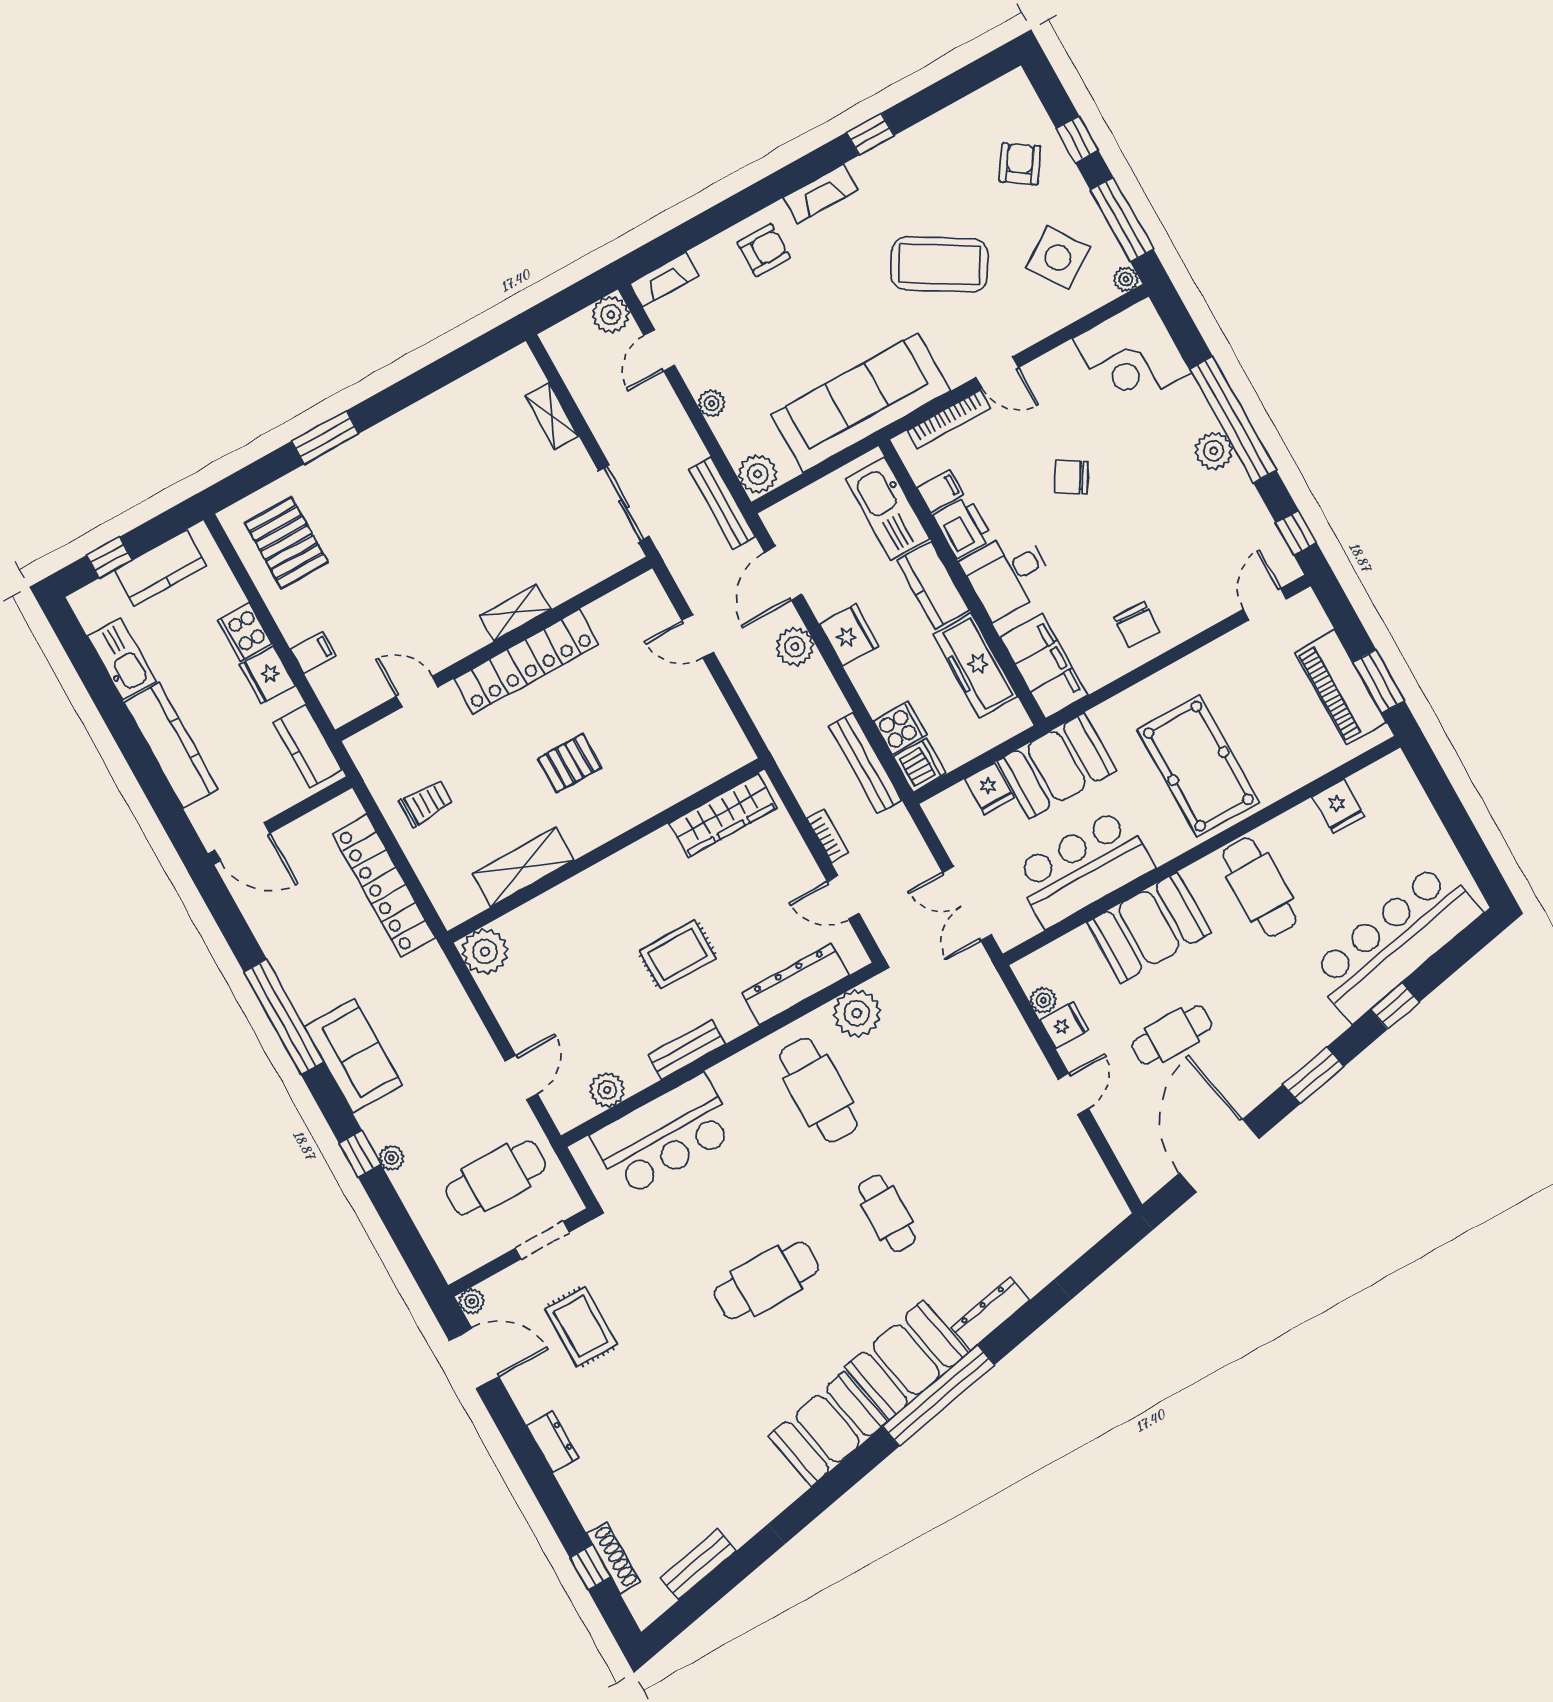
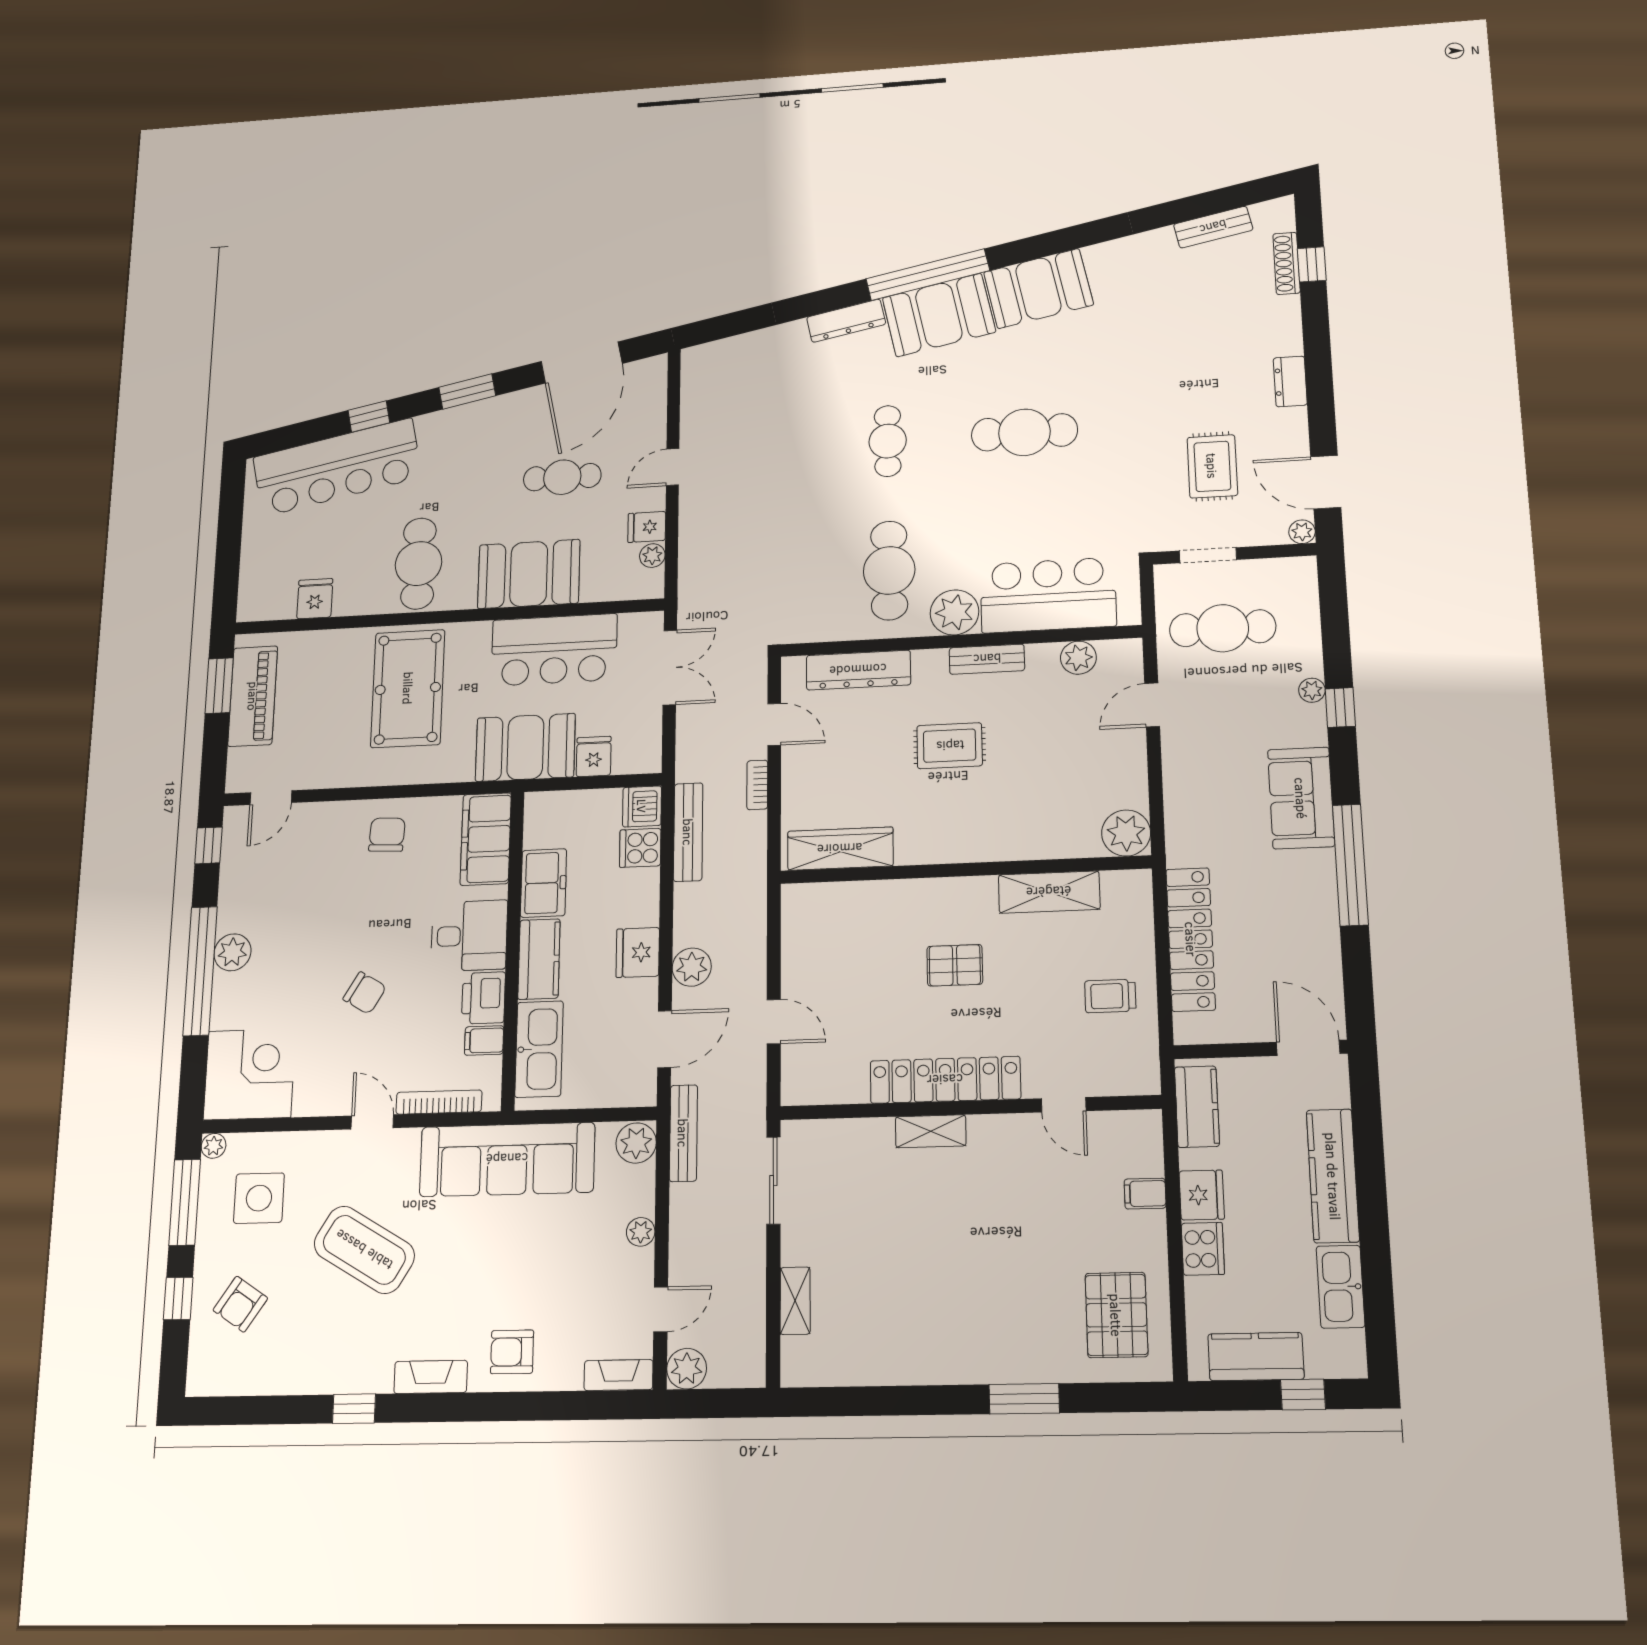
side table: (1058, 258) -> (259, 1198), turned 34
freezer: (975, 665) -> (543, 883), width x0.71
plant: (857, 1013) -> (955, 612), moved

